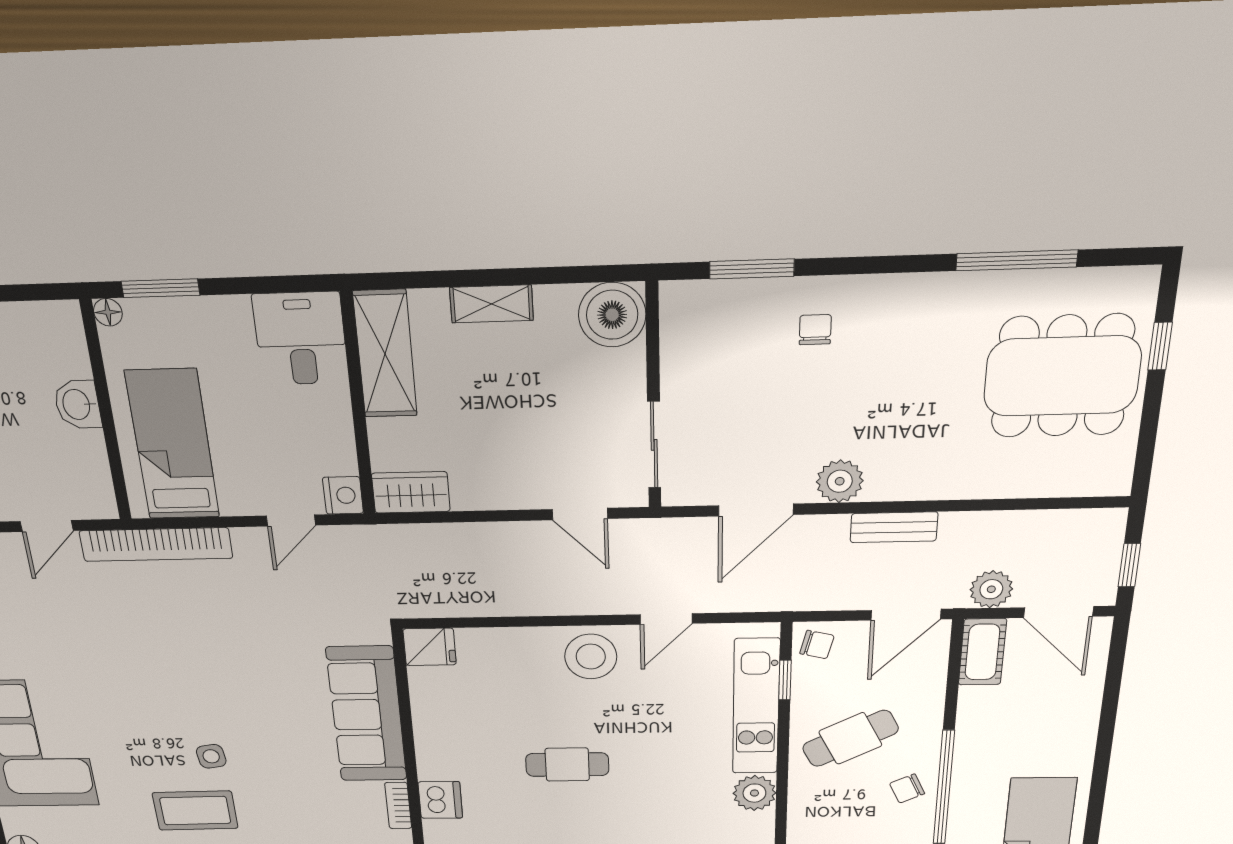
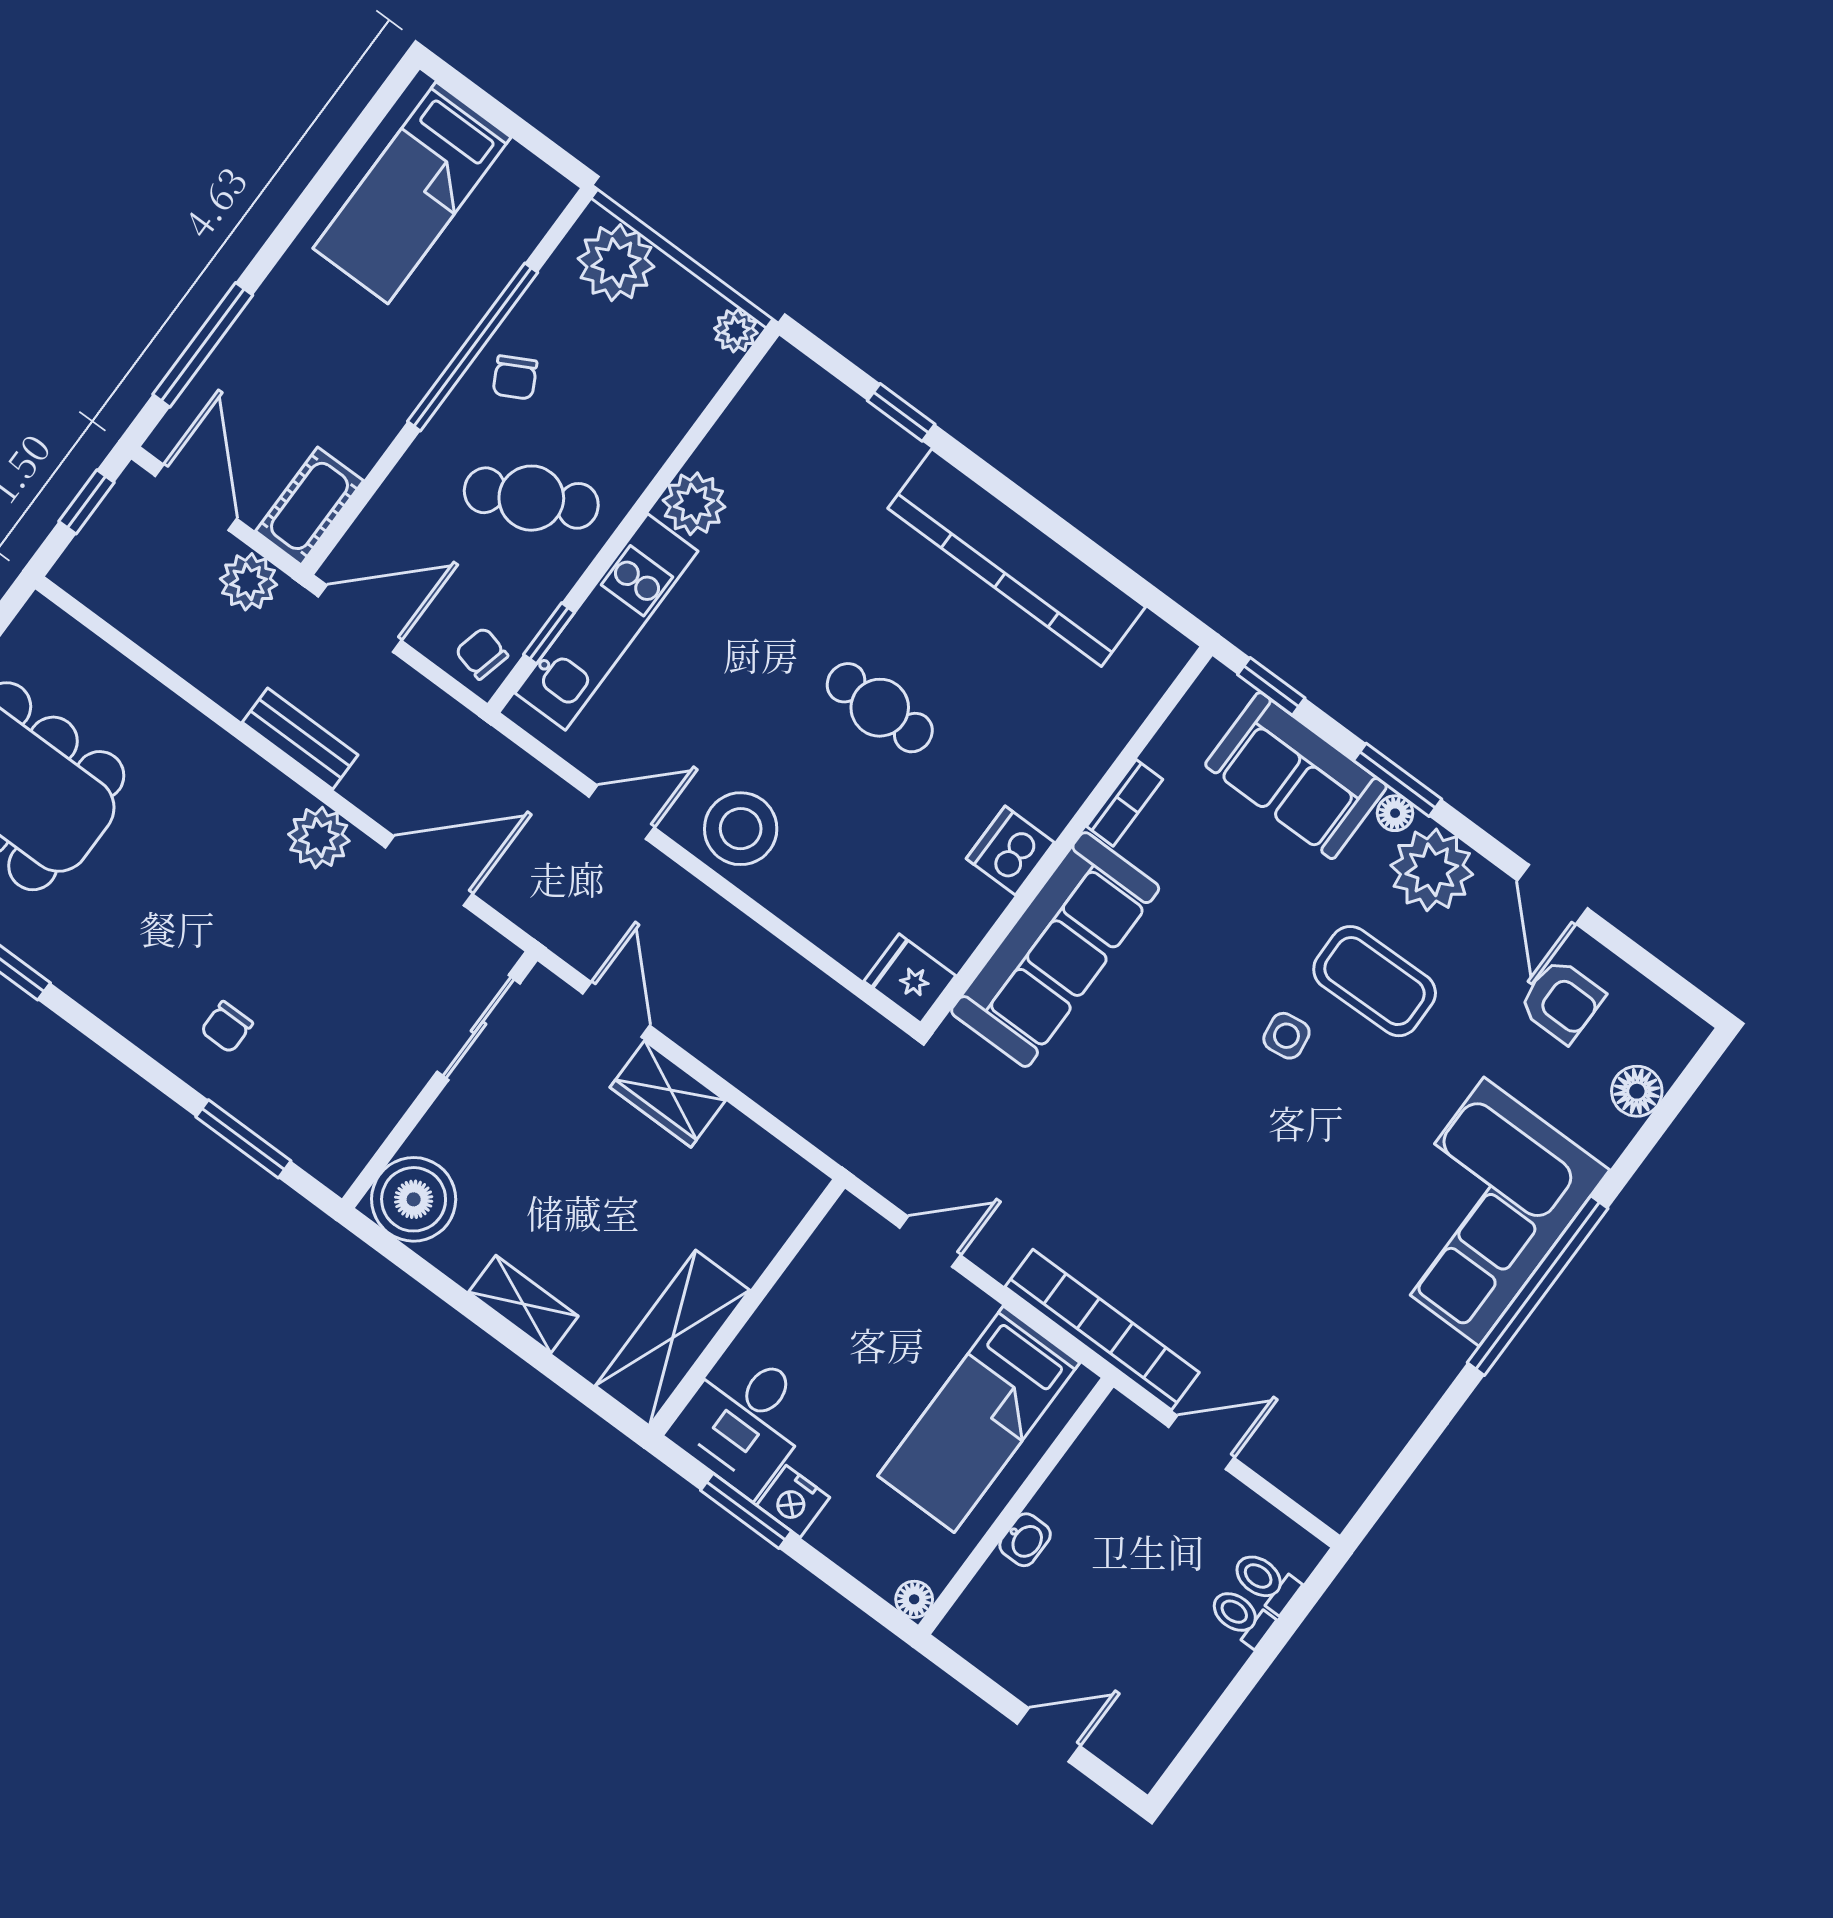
window: (160, 288) -> (746, 1511), moved
washbasin: (77, 404) -> (1025, 1540), width x0.72, depth x0.69
wardrobe: (411, 492) -> (668, 1094), moved
nightstand: (343, 495) -> (793, 1501), moved, turned -90
window: (1112, 691) -> (203, 345), added
chair: (907, 789) -> (515, 378), turned 87
dishwasher: (440, 800) -> (1010, 851), moved

